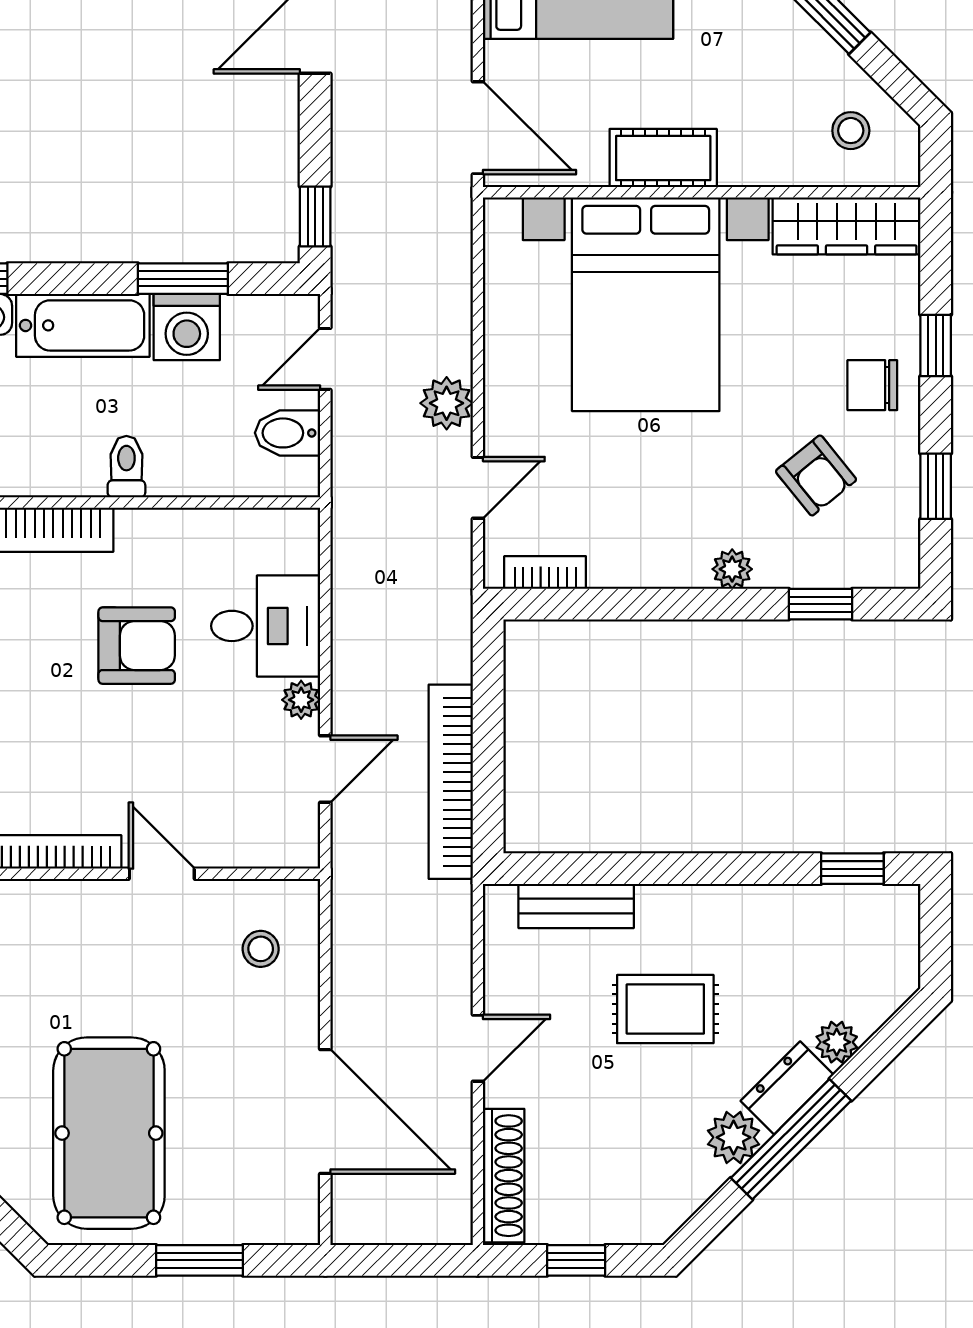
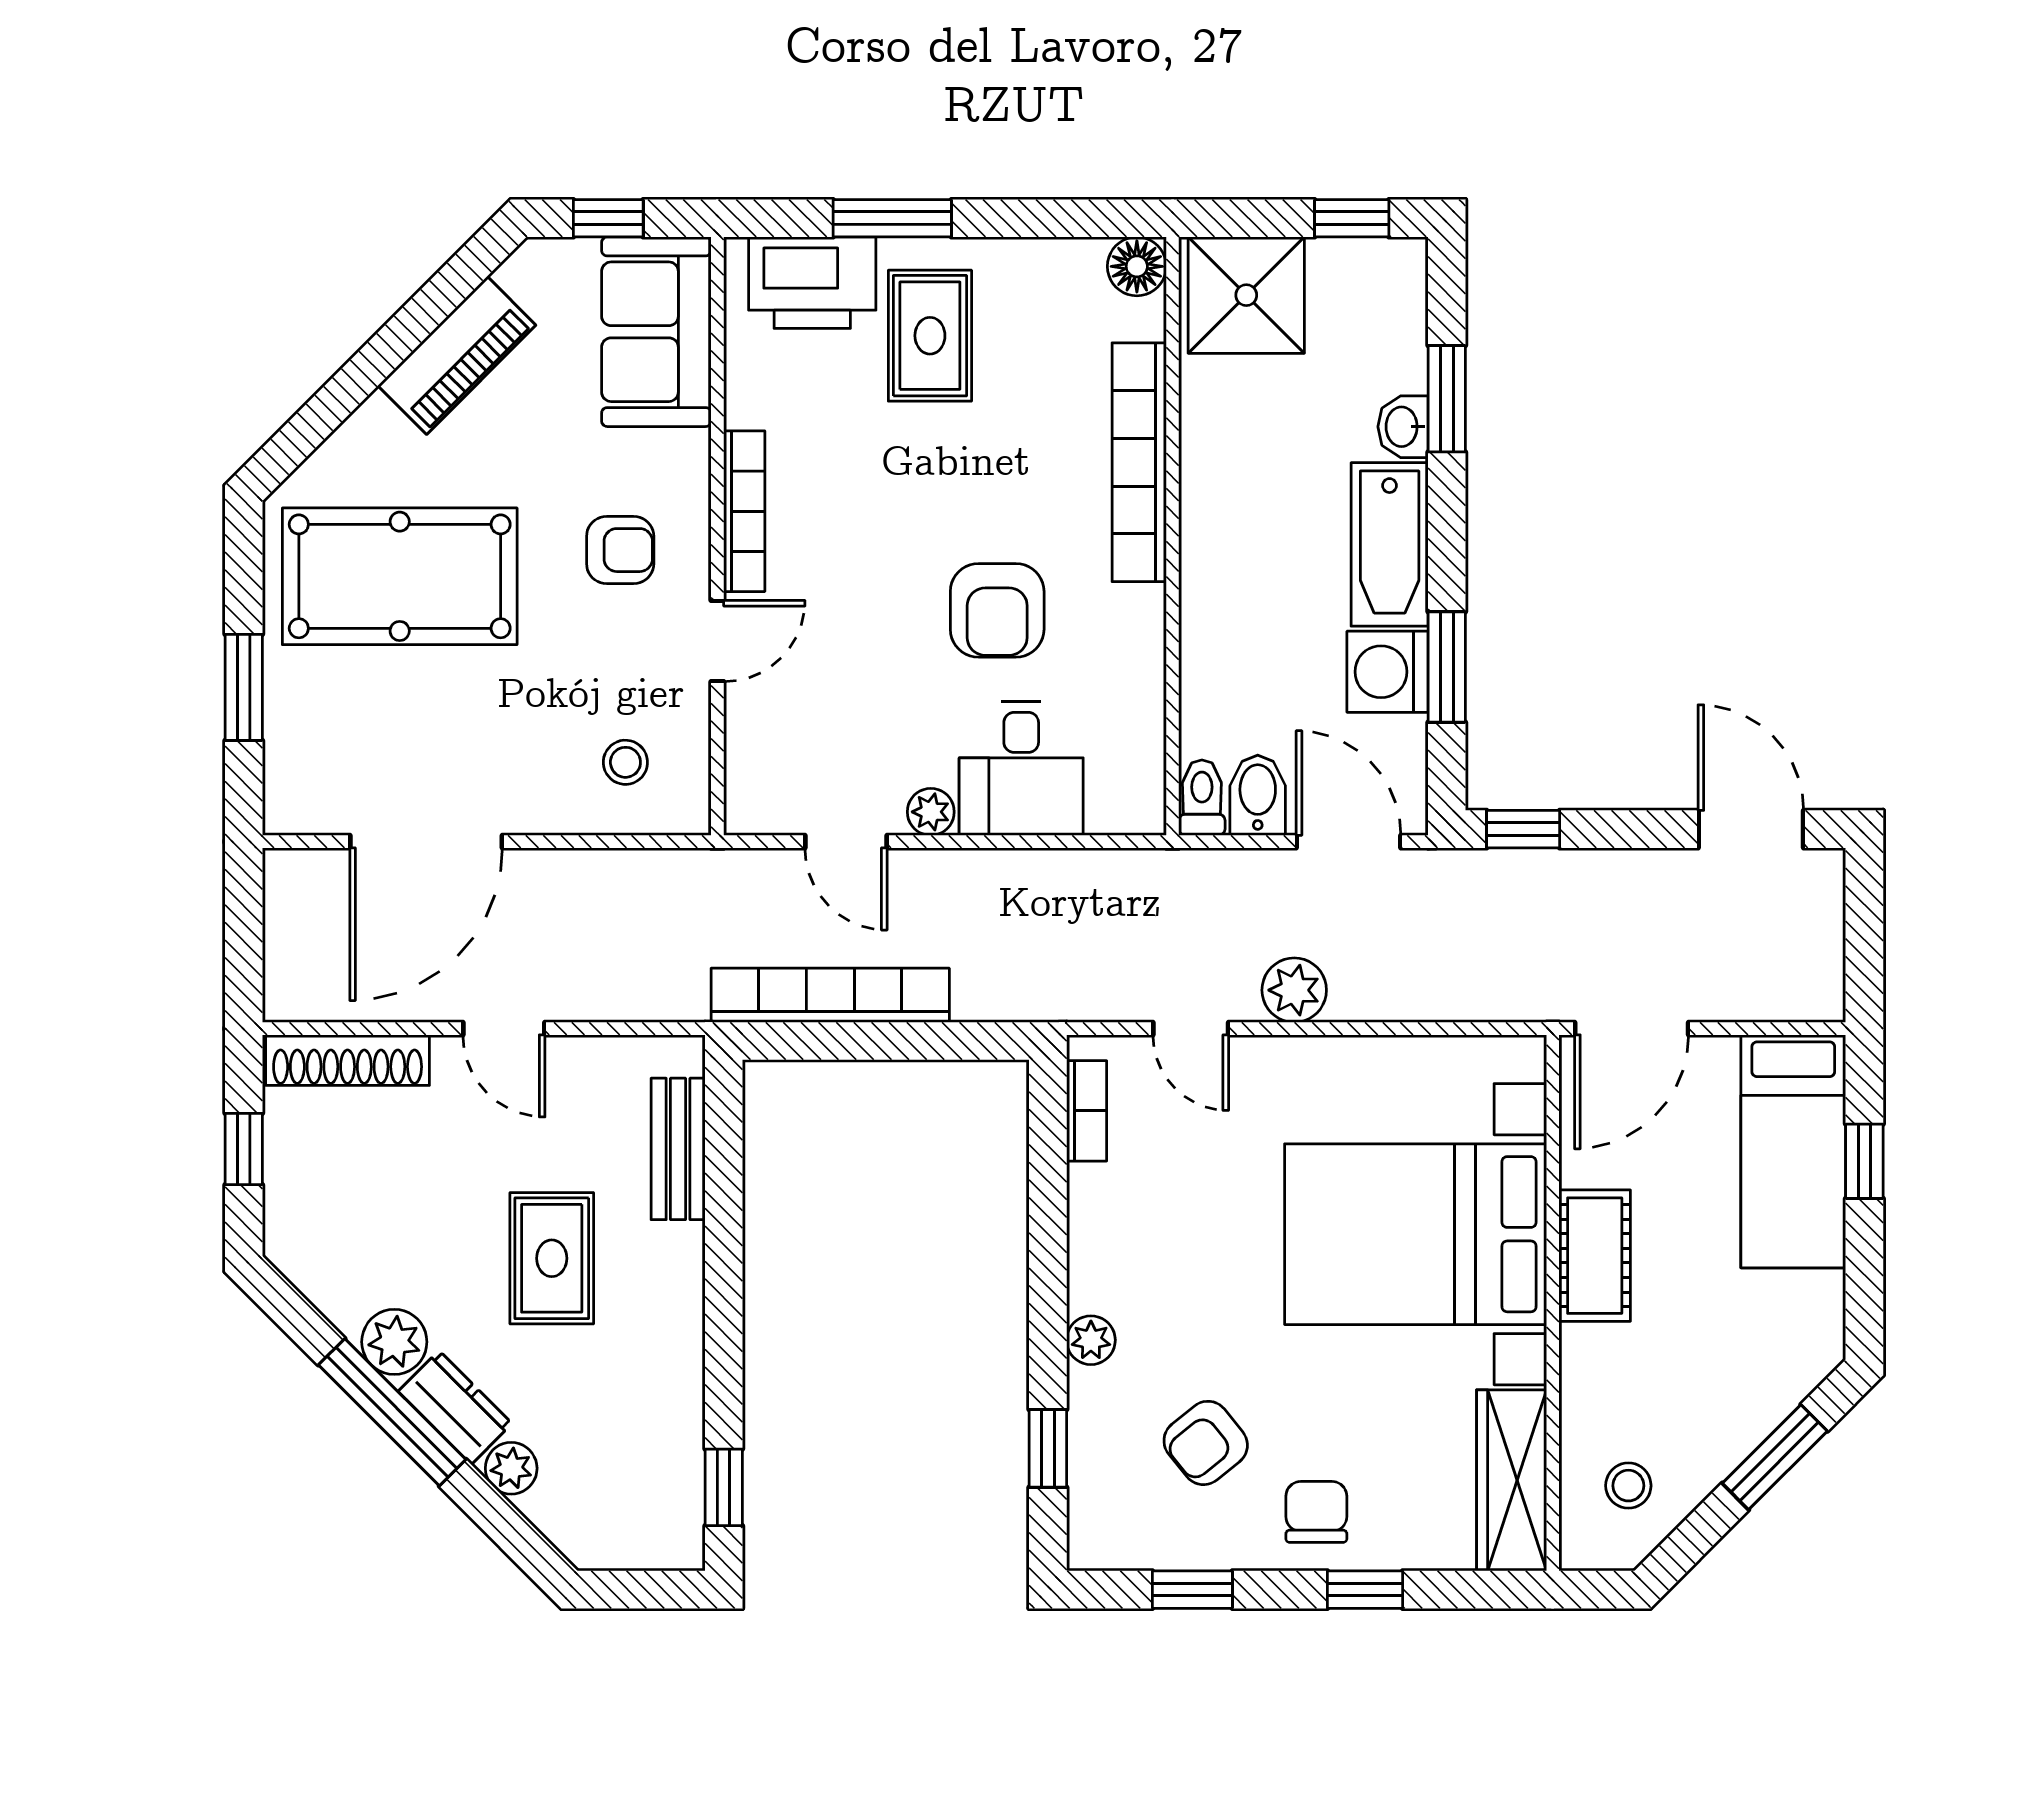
door: (325, 359) -> (1348, 842), width x1.38
toilet: (126, 467) -> (1202, 798), moved, turned -90
armchair: (87, 953) -> (620, 550), added

